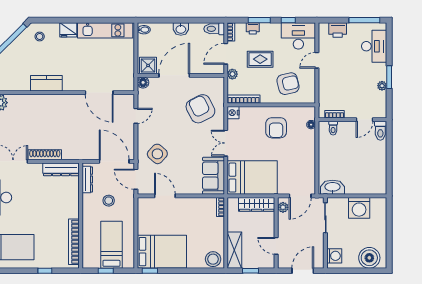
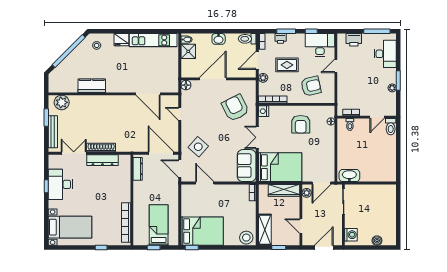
shower: (148, 65) -> (188, 51), moved
kitchen counter: (46, 83) -> (92, 86), moved
door: (136, 116) -> (180, 114), swing flipped
dresser: (61, 169) -> (102, 160), moved
stool: (109, 201) -> (156, 187), removed
washing machine: (359, 208) -> (372, 193), removed
boiler: (369, 258) -> (377, 241), width x0.54, depth x0.54

